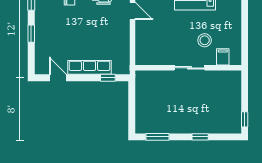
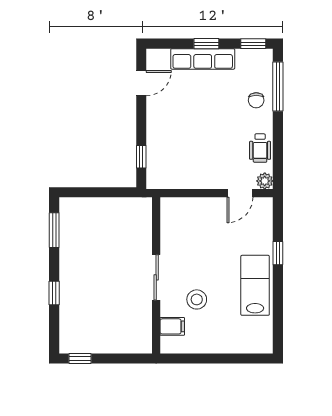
row of seats: (90, 67) -> (203, 59), moved, turned 90

